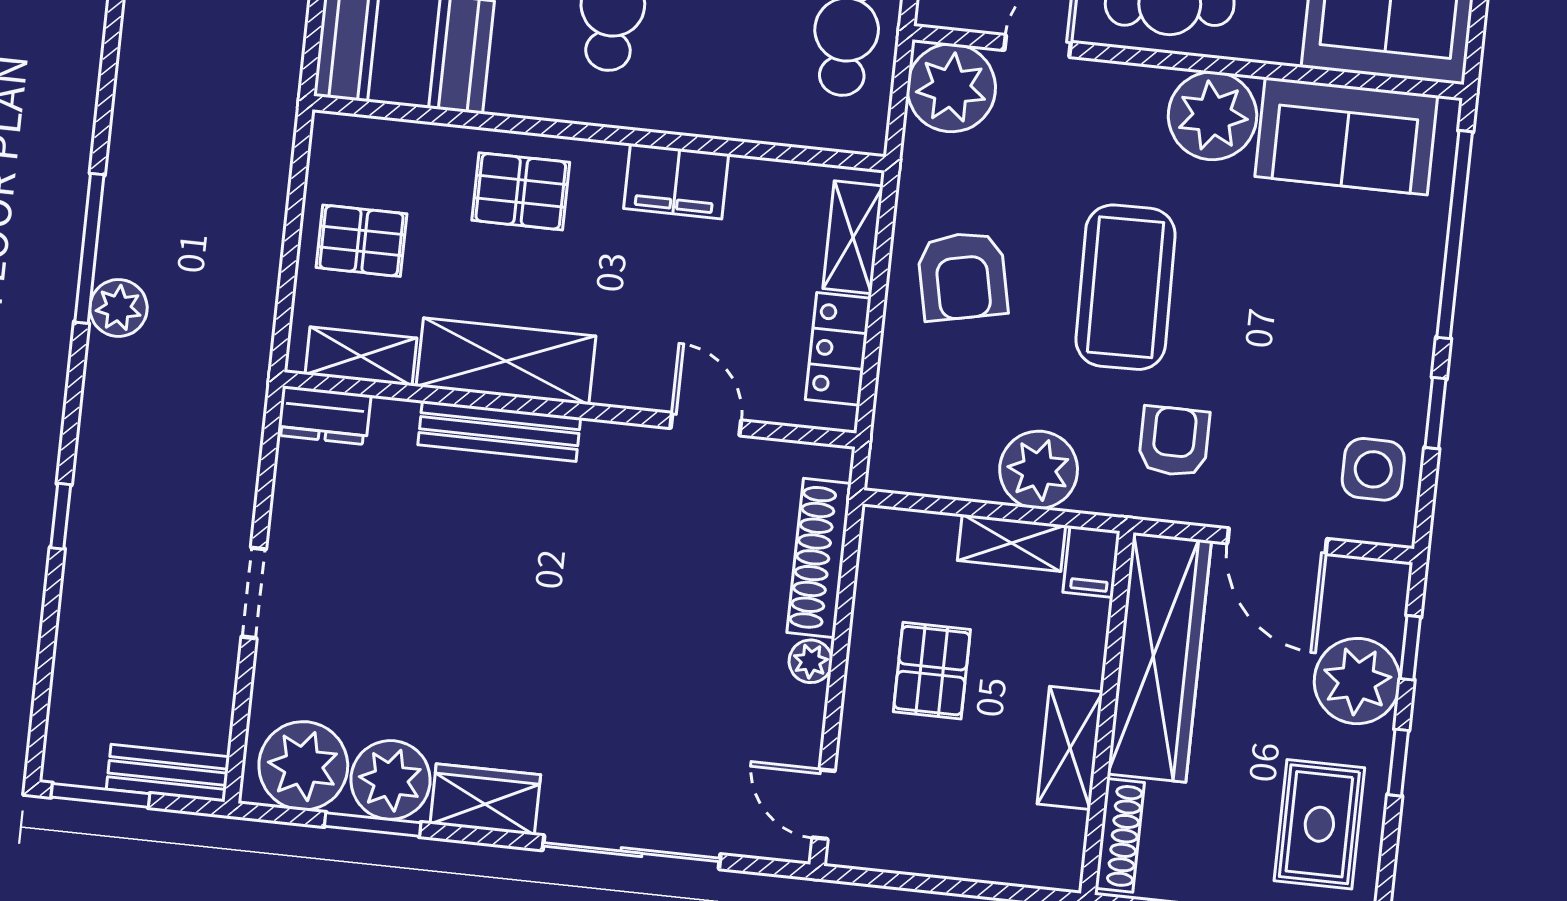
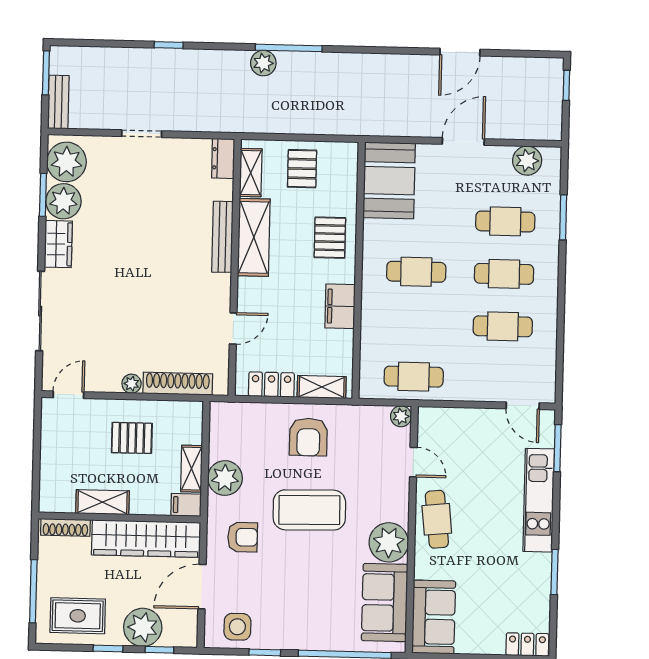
plant: (951, 88) -> (401, 416), width x0.53, depth x0.53
armchair: (962, 276) -> (308, 437), turned -78

